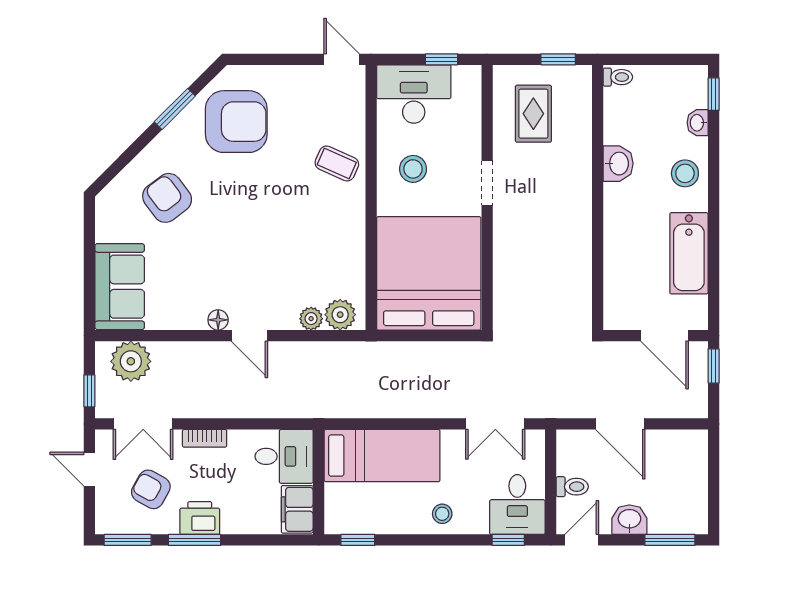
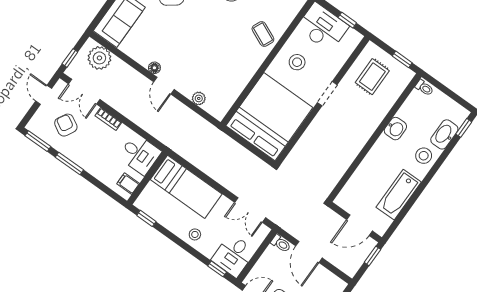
washbasin: (698, 123) -> (444, 134), width x1.91, depth x1.45
plant: (340, 315) -> (214, 106), removed
door: (664, 336) -> (359, 225), hinge flipped
toilet: (572, 487) -> (281, 244), moved
filing cabinet: (297, 509) -> (128, 184), width x0.50
printer: (200, 518) -> (79, 155), removed

